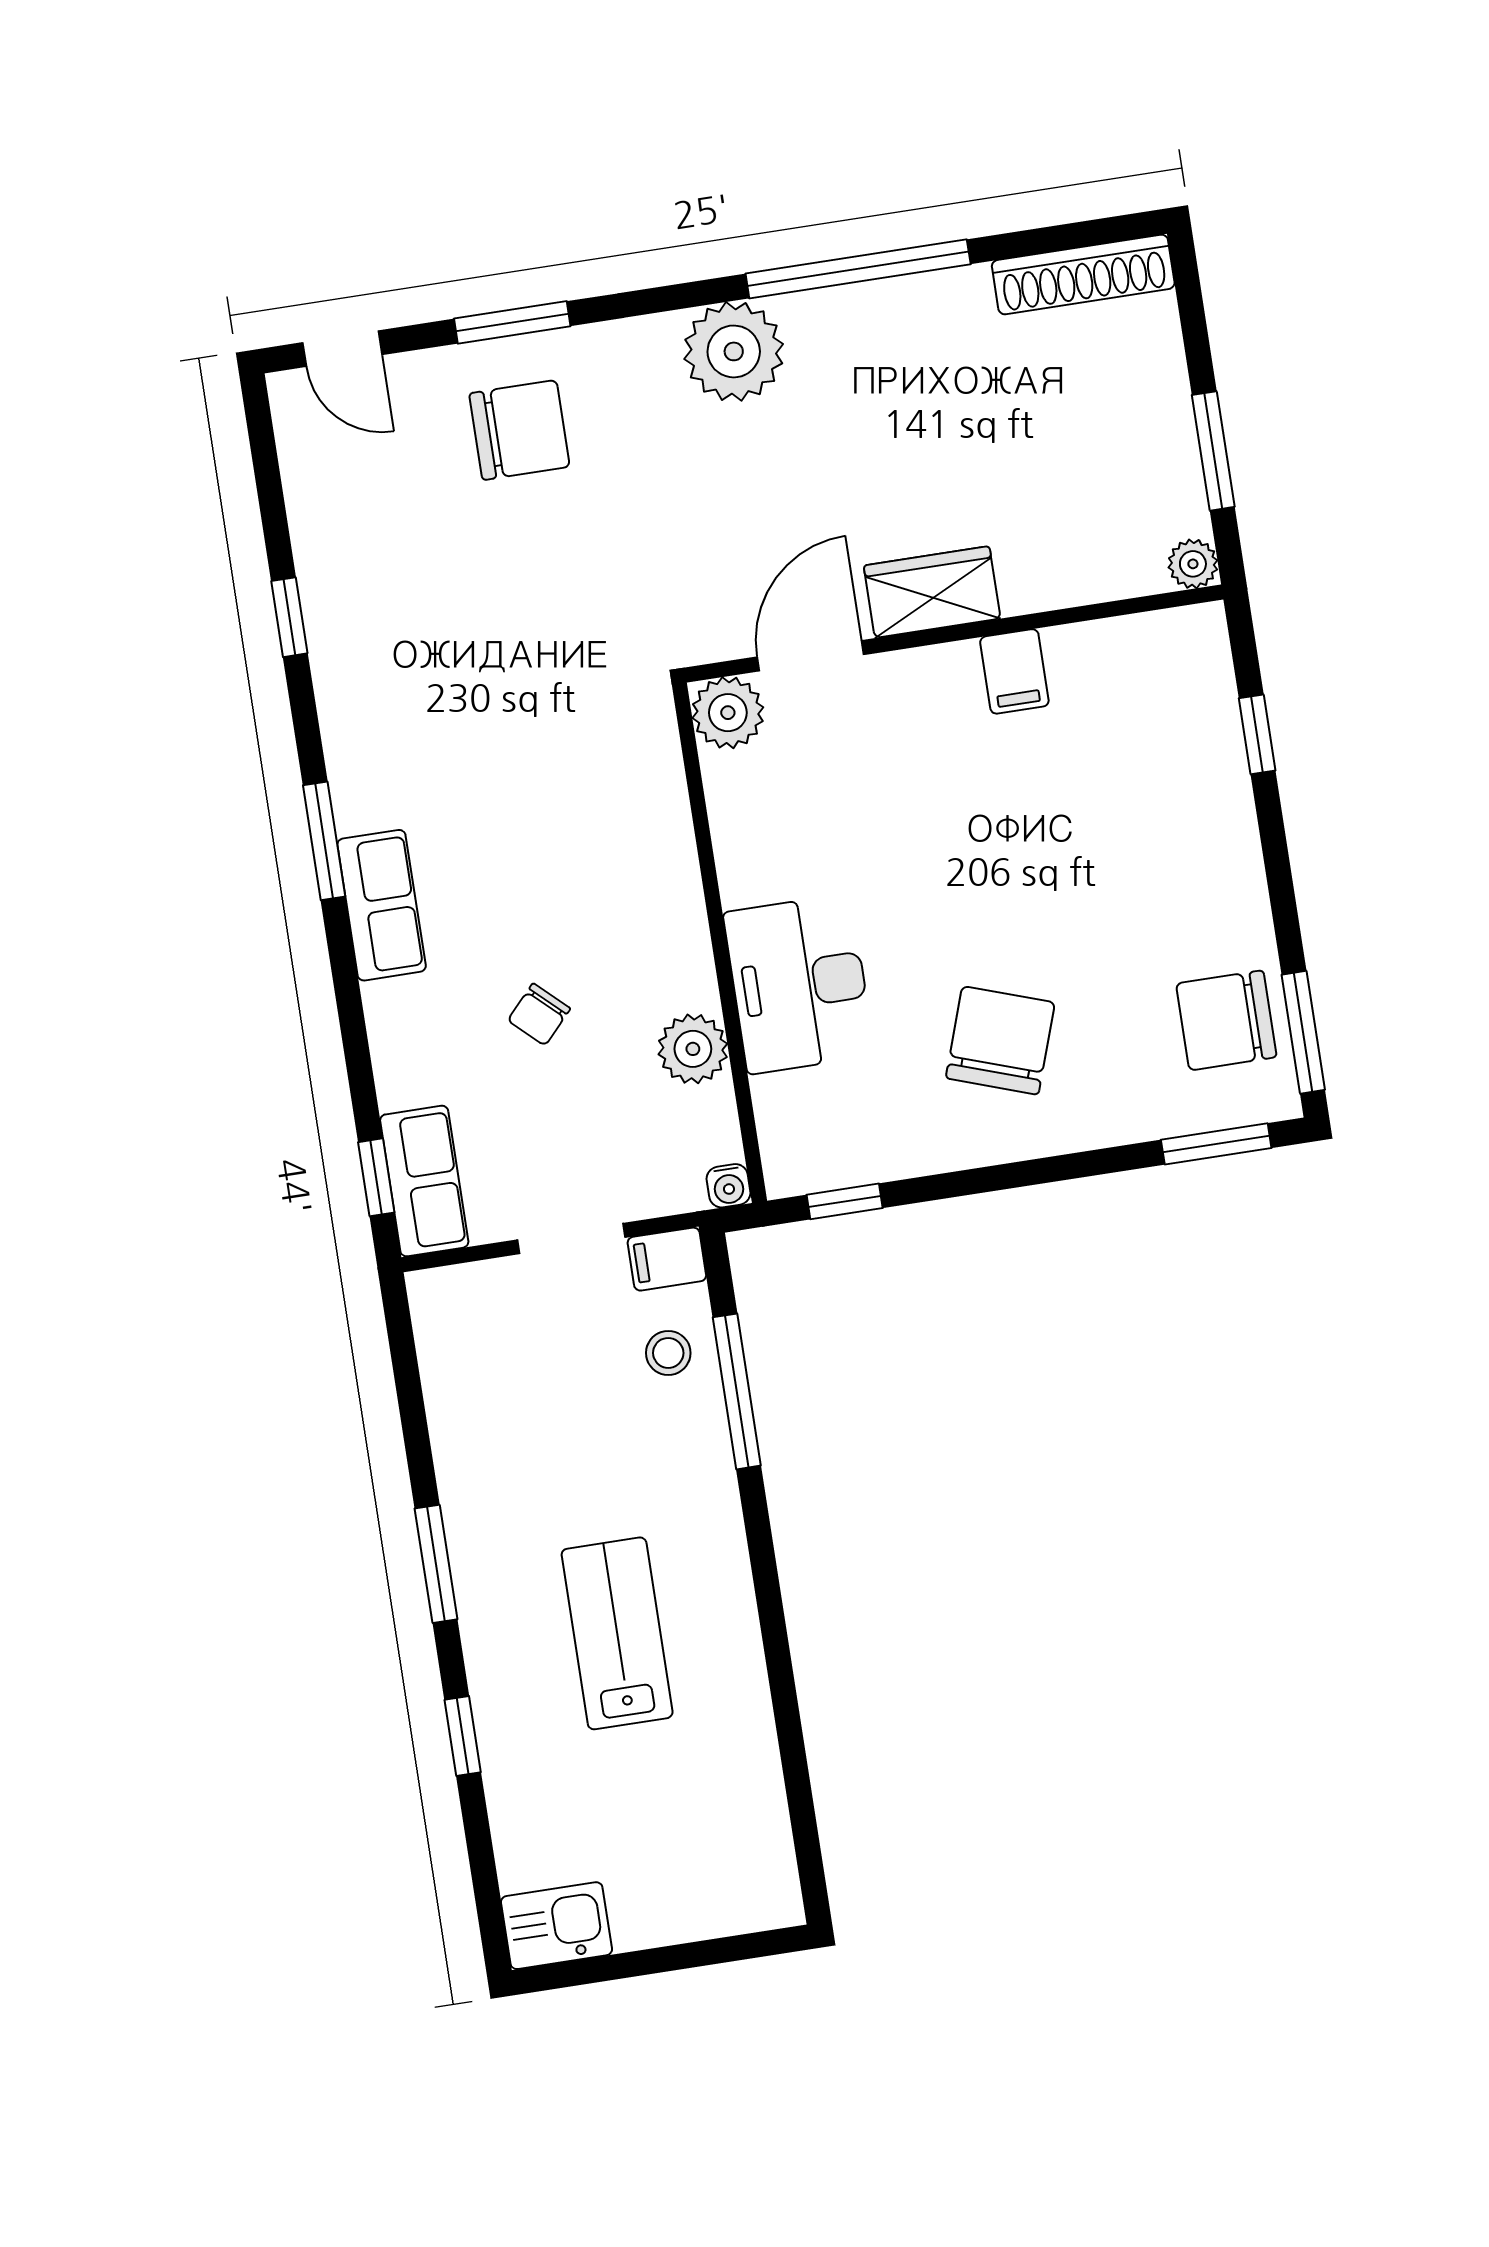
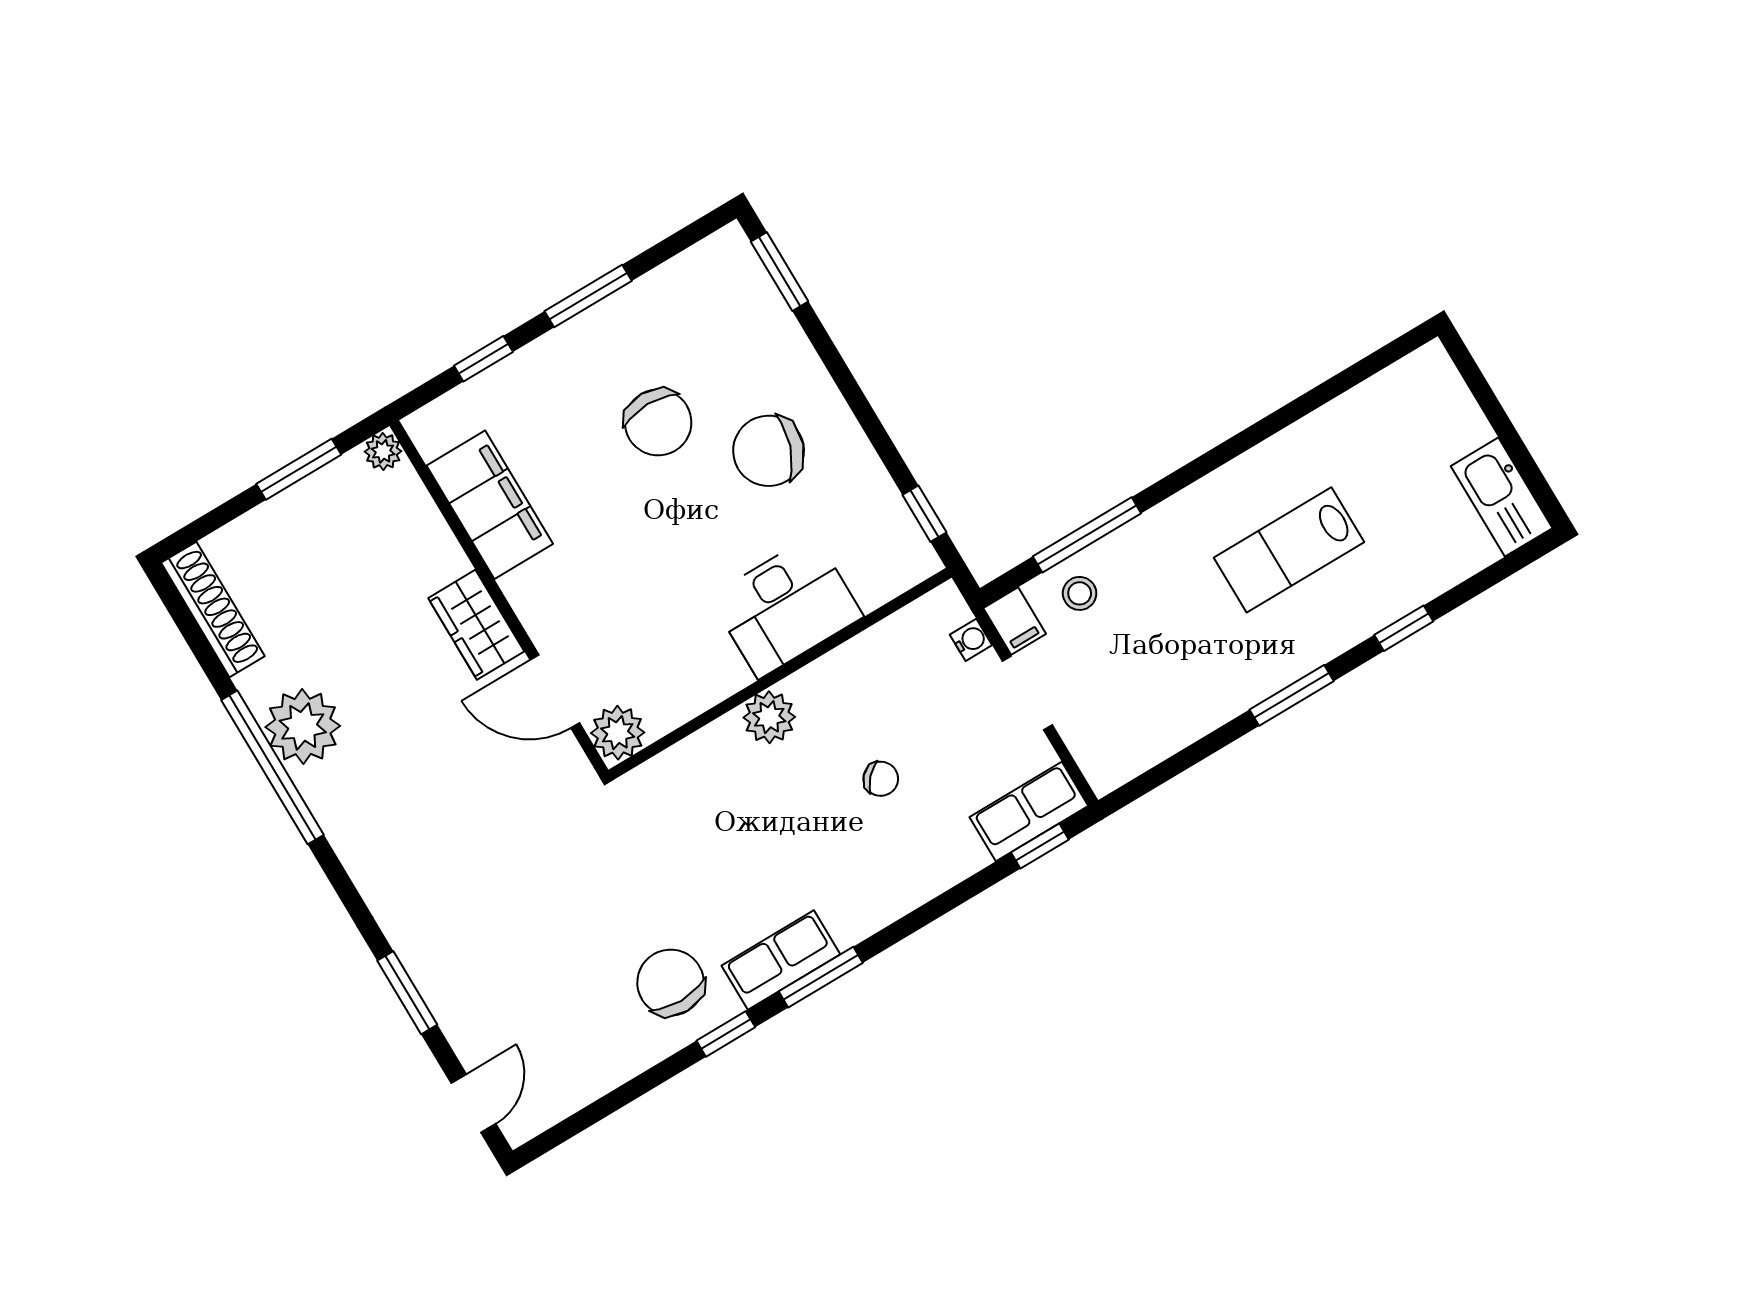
plant: (734, 351) -> (303, 726), moved
chair: (519, 430) -> (671, 983), moved
window: (289, 617) -> (726, 1034), moved
filing cabinet: (1014, 671) -> (490, 505), width x3.00, depth x1.17
row of seats: (382, 905) -> (781, 960), moved
chair: (1226, 1020) -> (658, 422), moved
window: (1303, 1032) -> (588, 296), moved
plant: (693, 1049) -> (769, 717), moved
water cooler: (728, 1186) -> (971, 640), moved
kitchen sink: (557, 1926) -> (1502, 497), width x1.38

